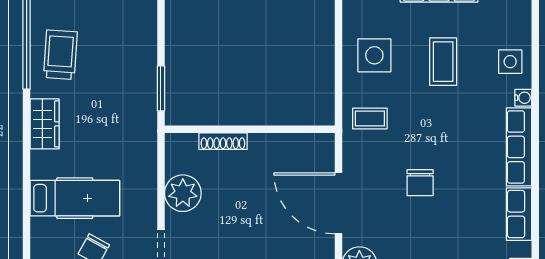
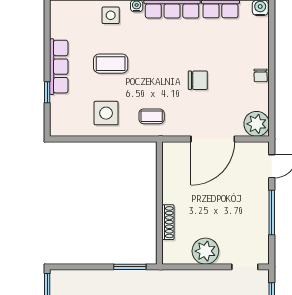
coffee table: (370, 118) -> (152, 116), turned 90

